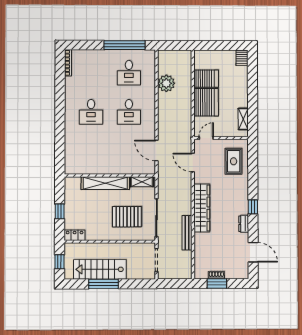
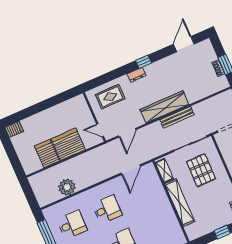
shelving: (243, 119) -> (69, 105), removed
dresser: (244, 224) -> (137, 75), moved
bench: (187, 233) -> (177, 117), moved

